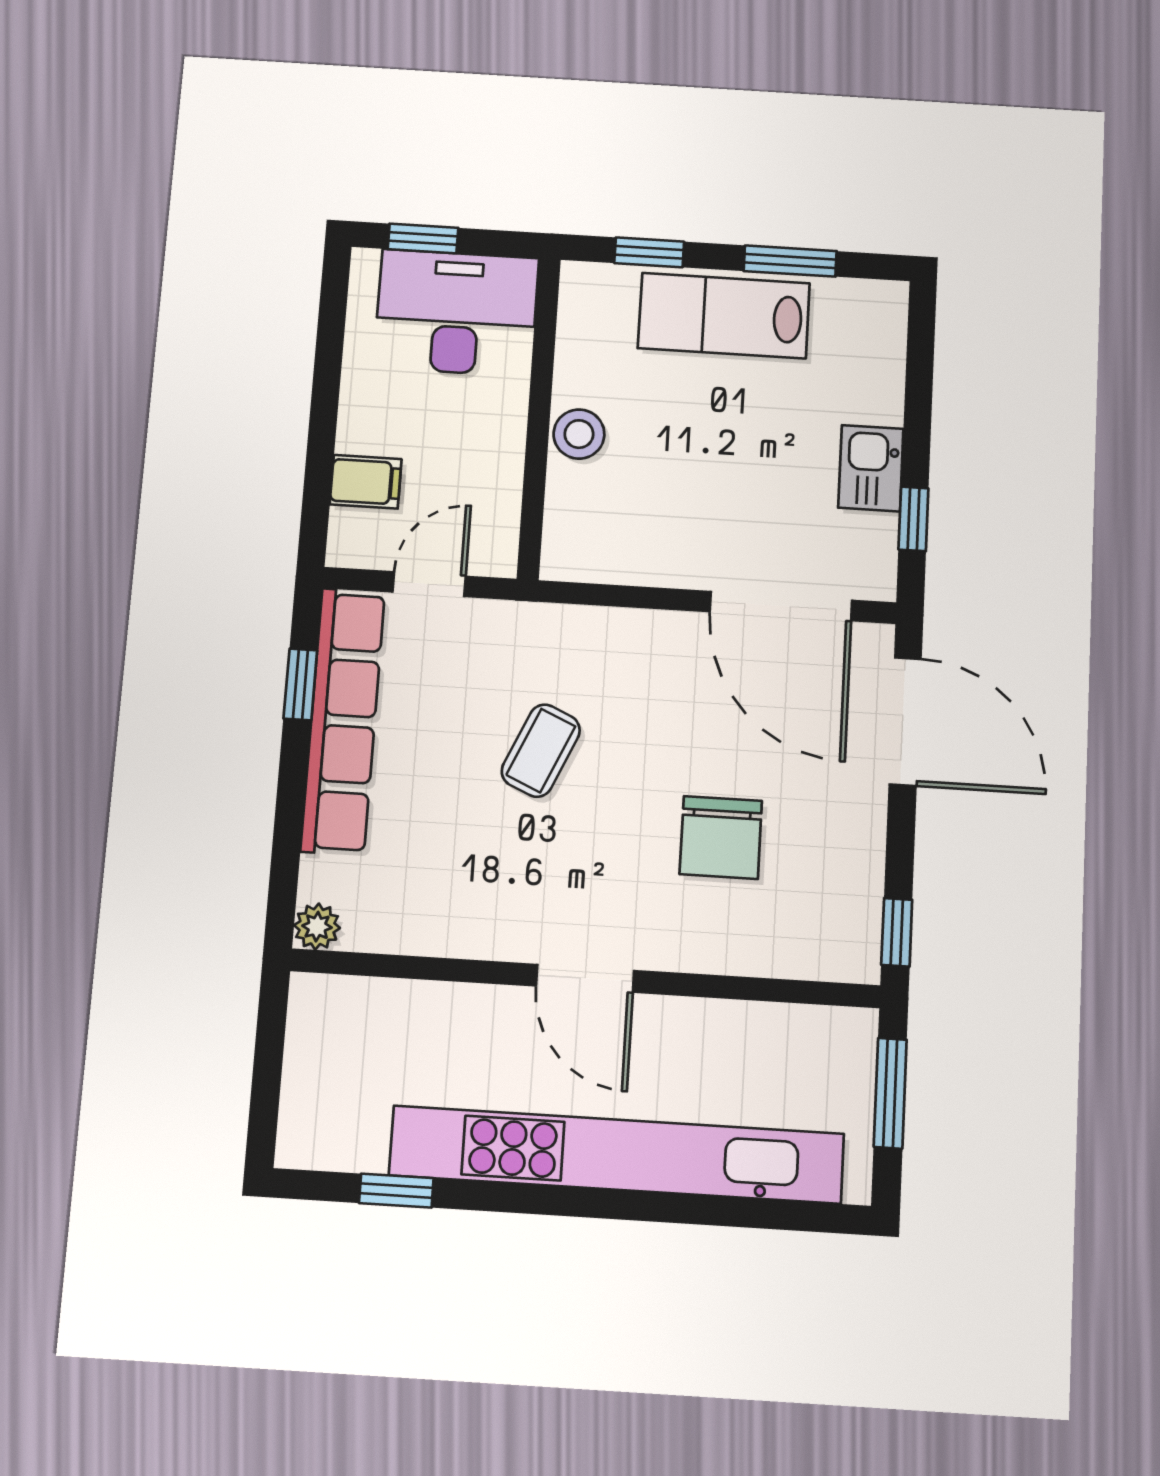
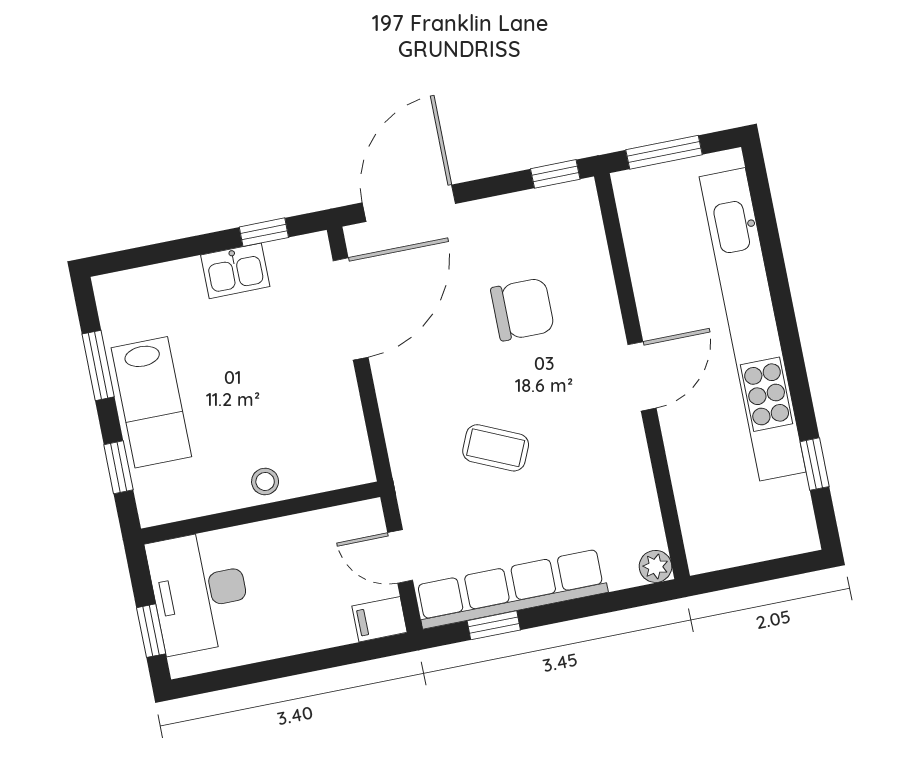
stool: (579, 434) -> (265, 481), width x0.73, depth x0.73
filing cabinet: (366, 482) -> (380, 619), moved, turned -90

